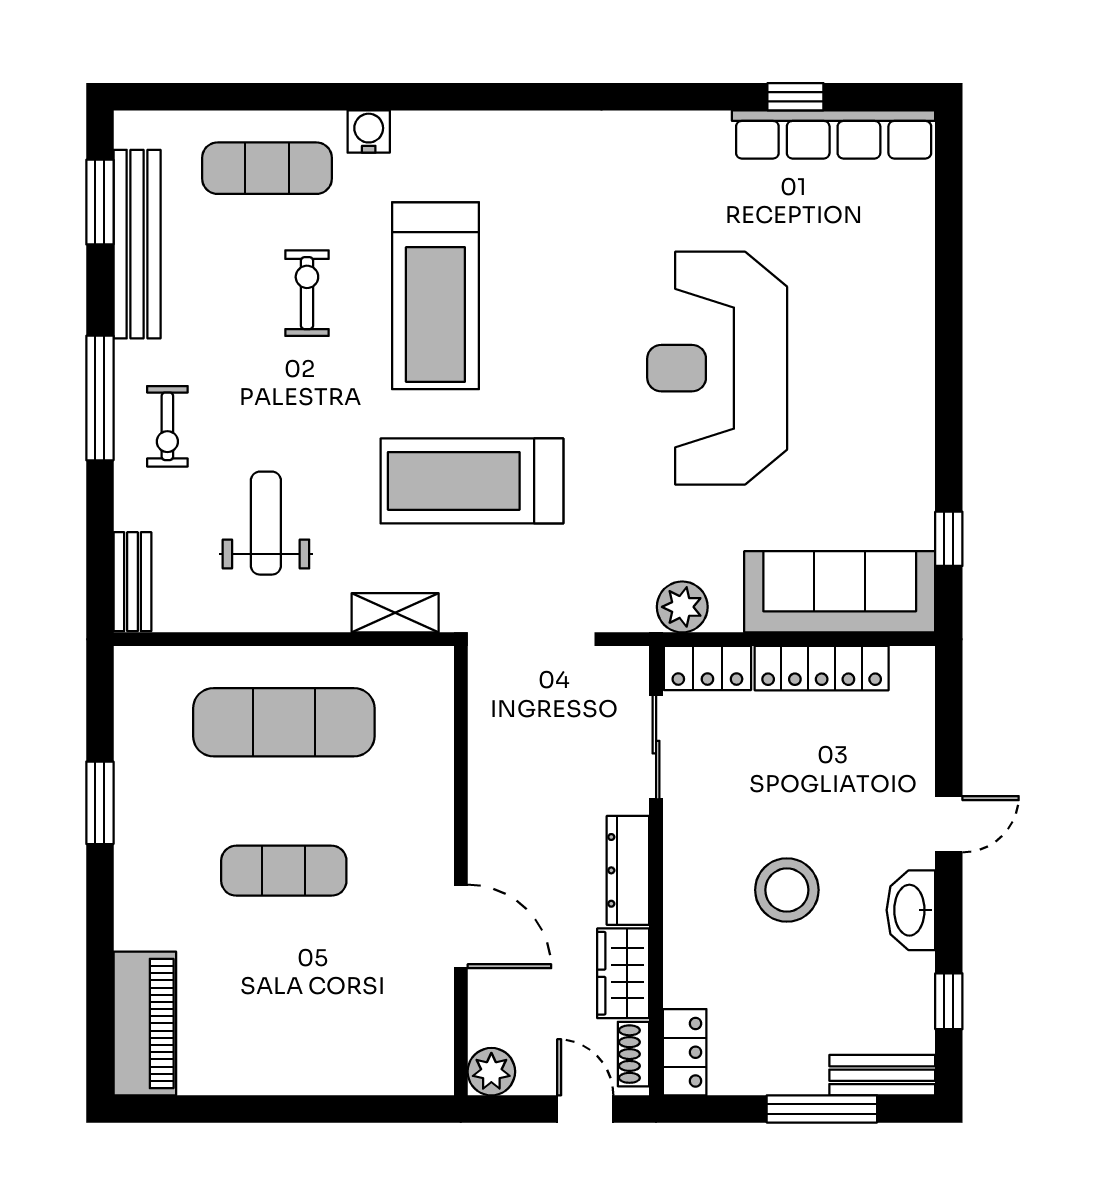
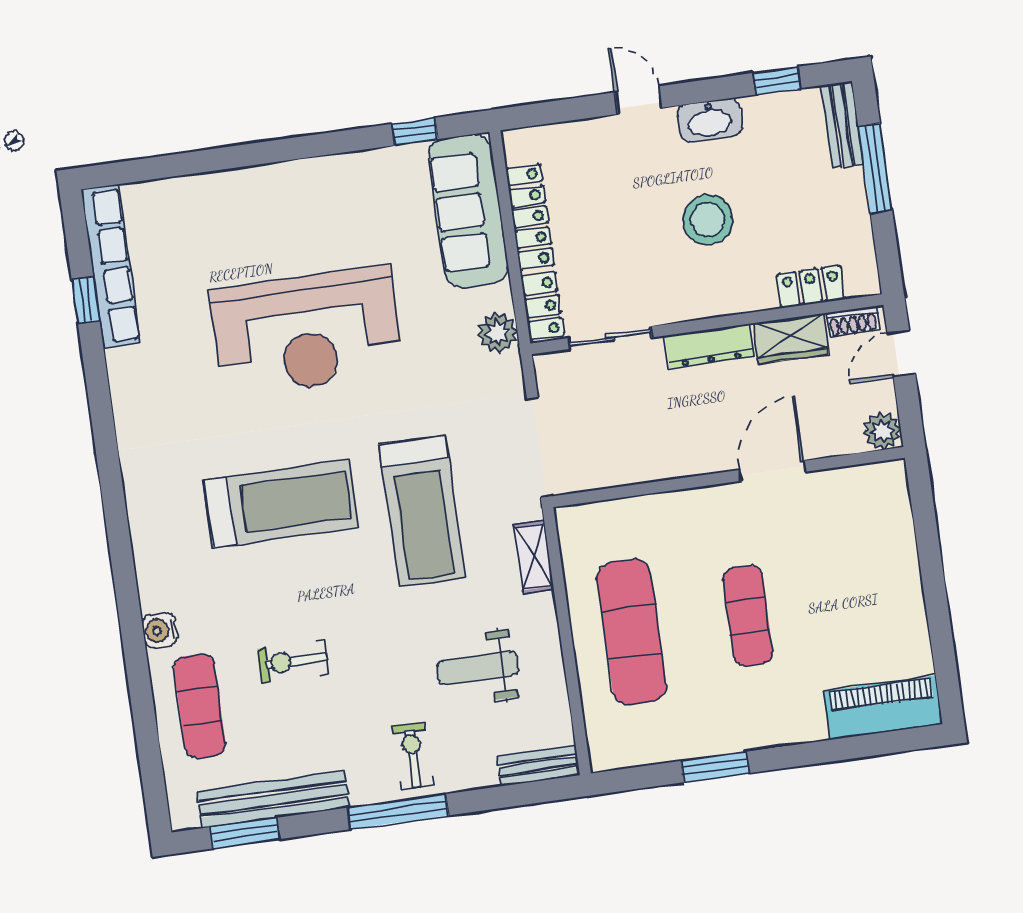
treadmill: (435, 296) -> (282, 504), moved
exercise bike: (167, 426) -> (413, 756), turned -90
locker: (685, 1052) -> (811, 287), moved

